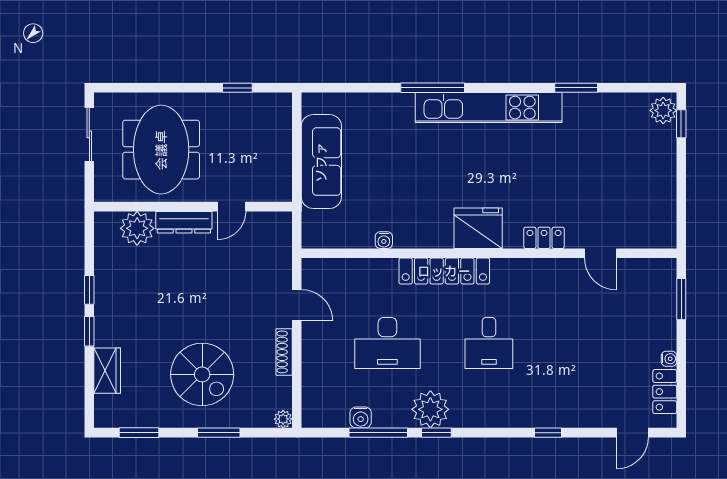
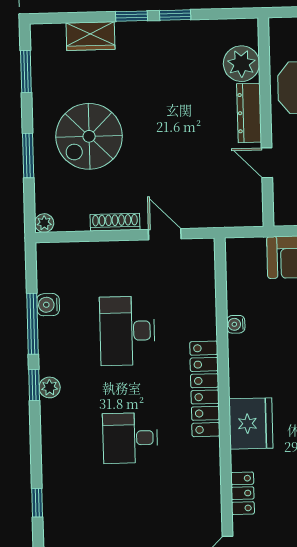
door: (297, 305) -> (165, 234), swing flipped
plant: (430, 409) -> (50, 387), width x0.53, depth x0.53

